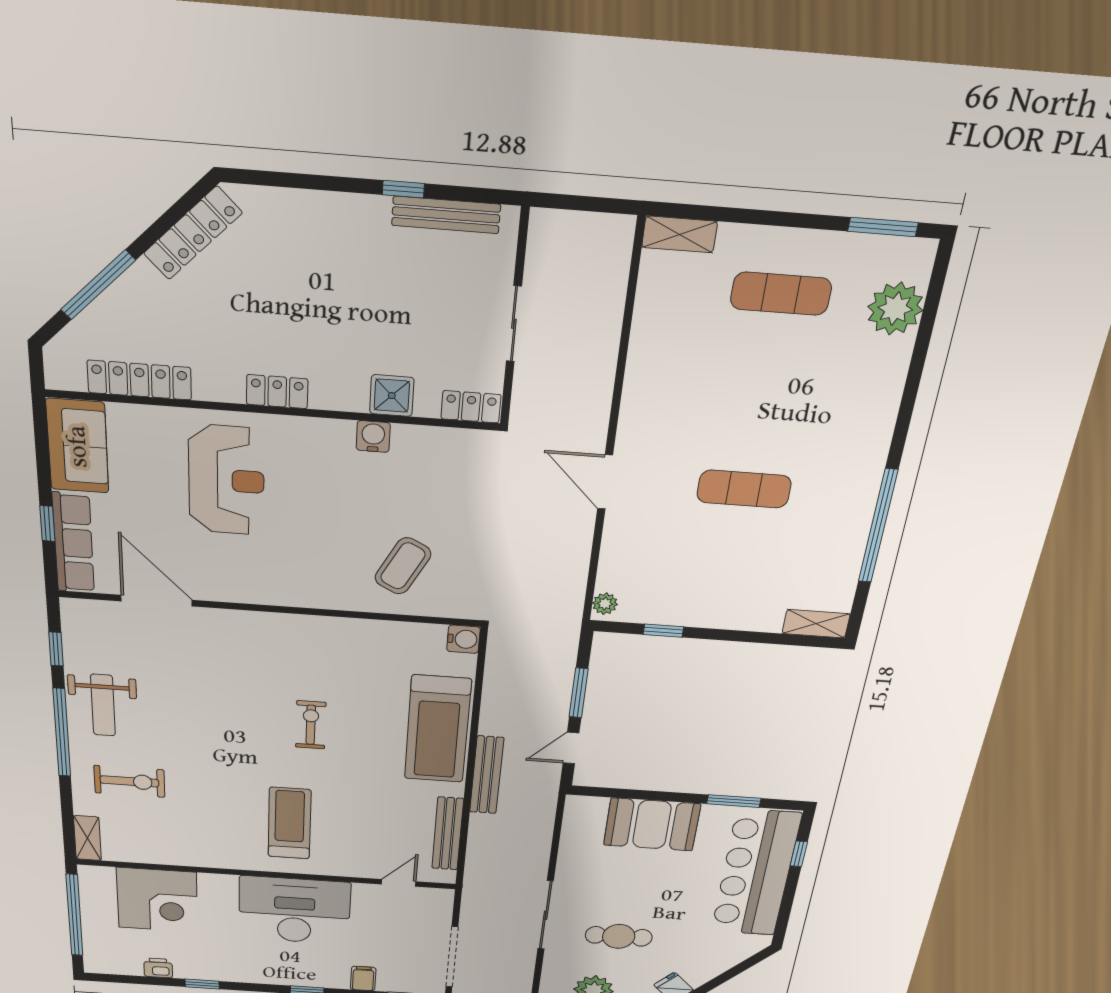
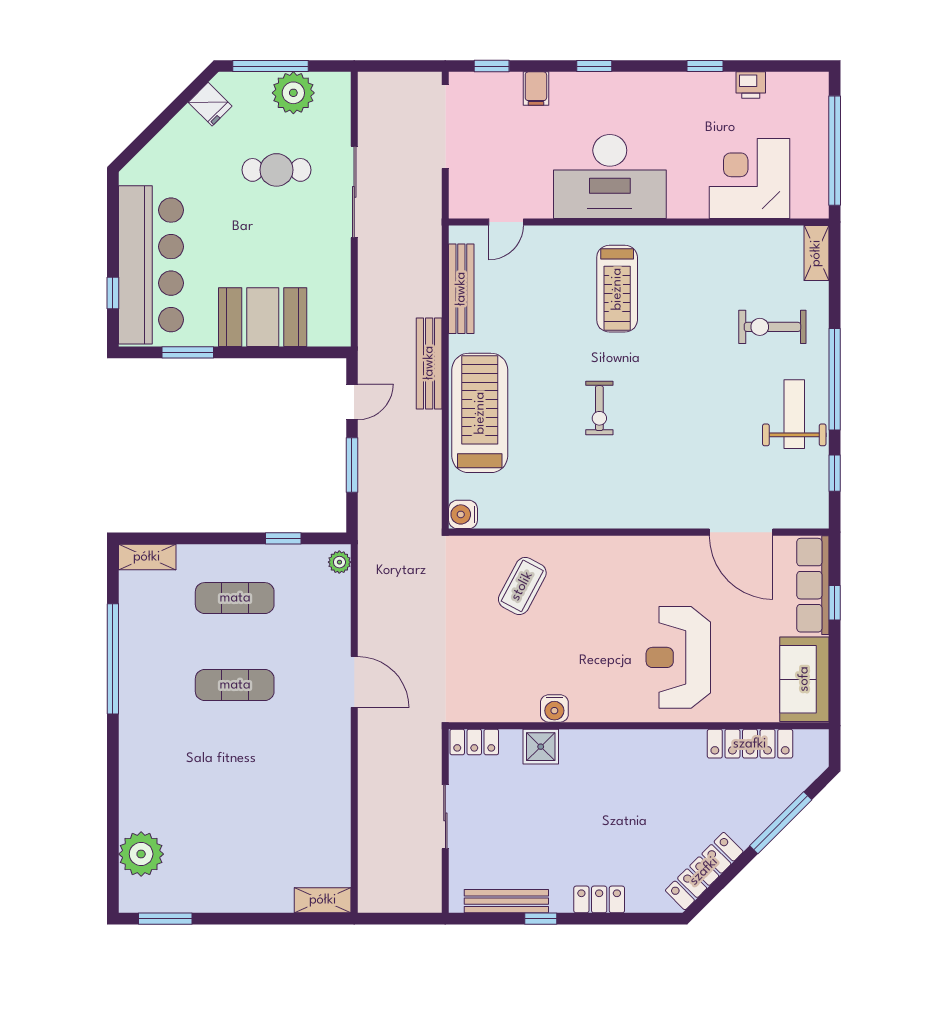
exercise mat: (781, 294) -> (235, 598), moved
locker: (277, 392) -> (599, 899), moved, turned 180

